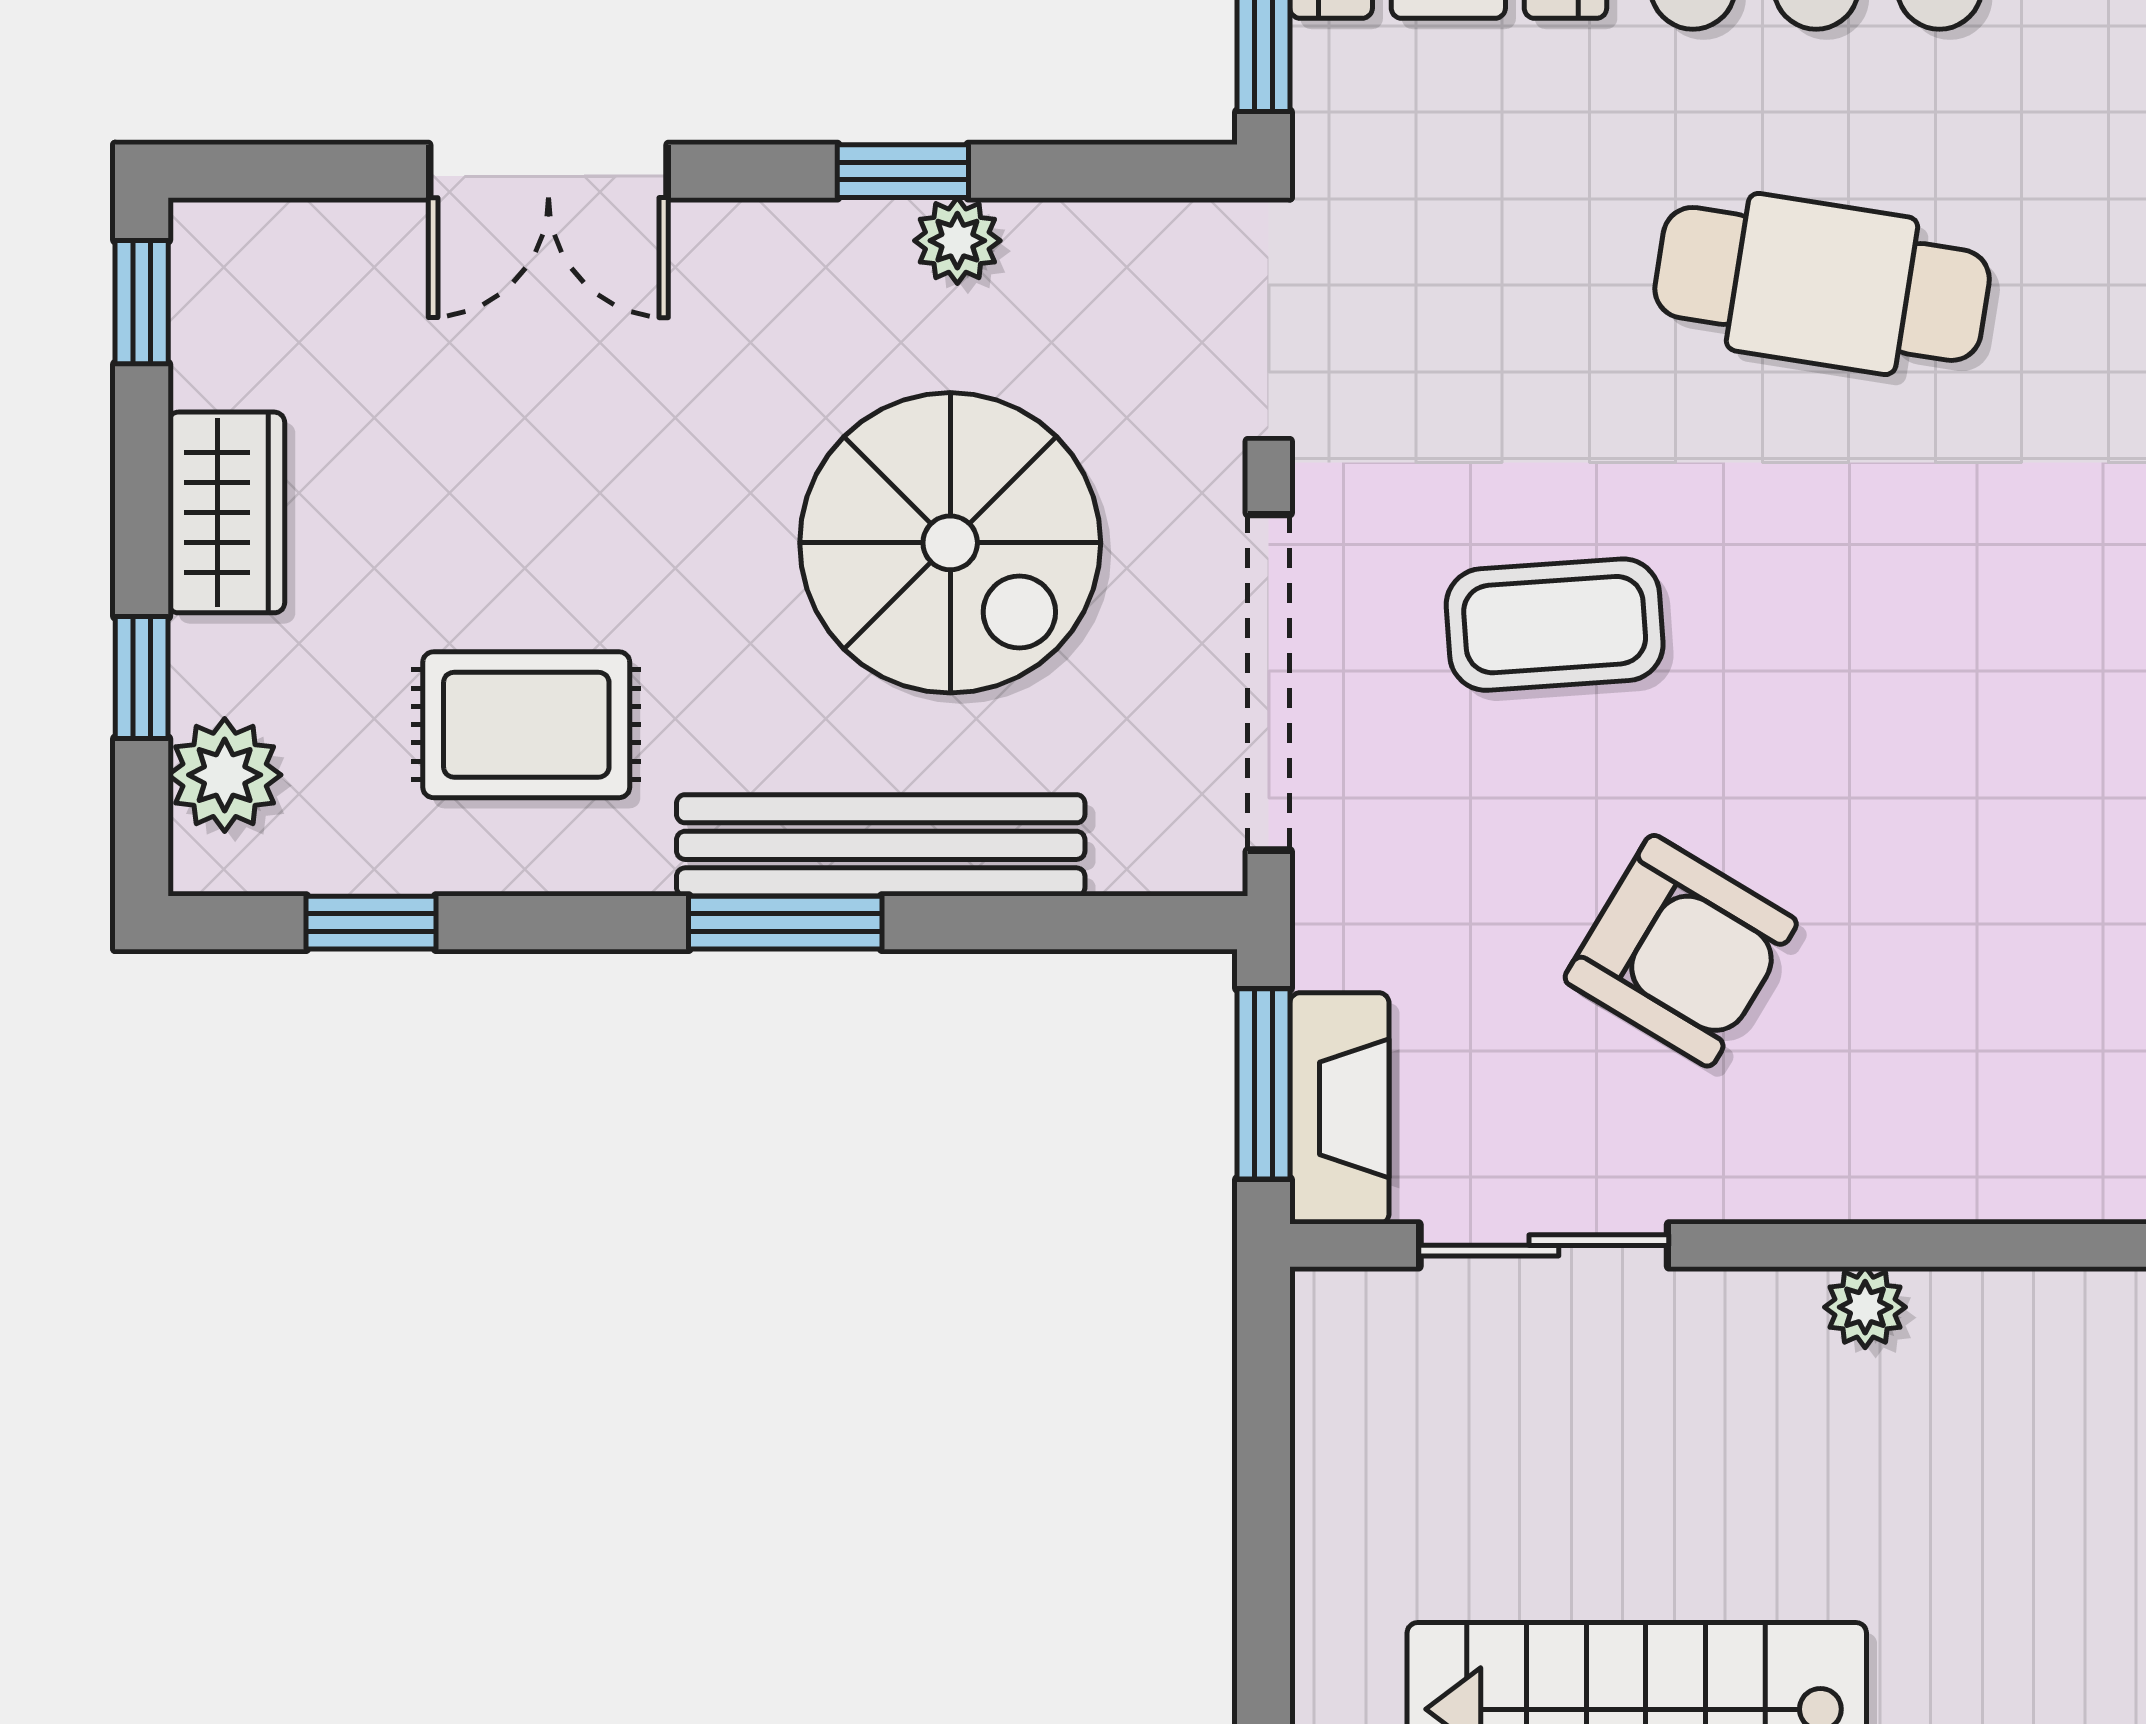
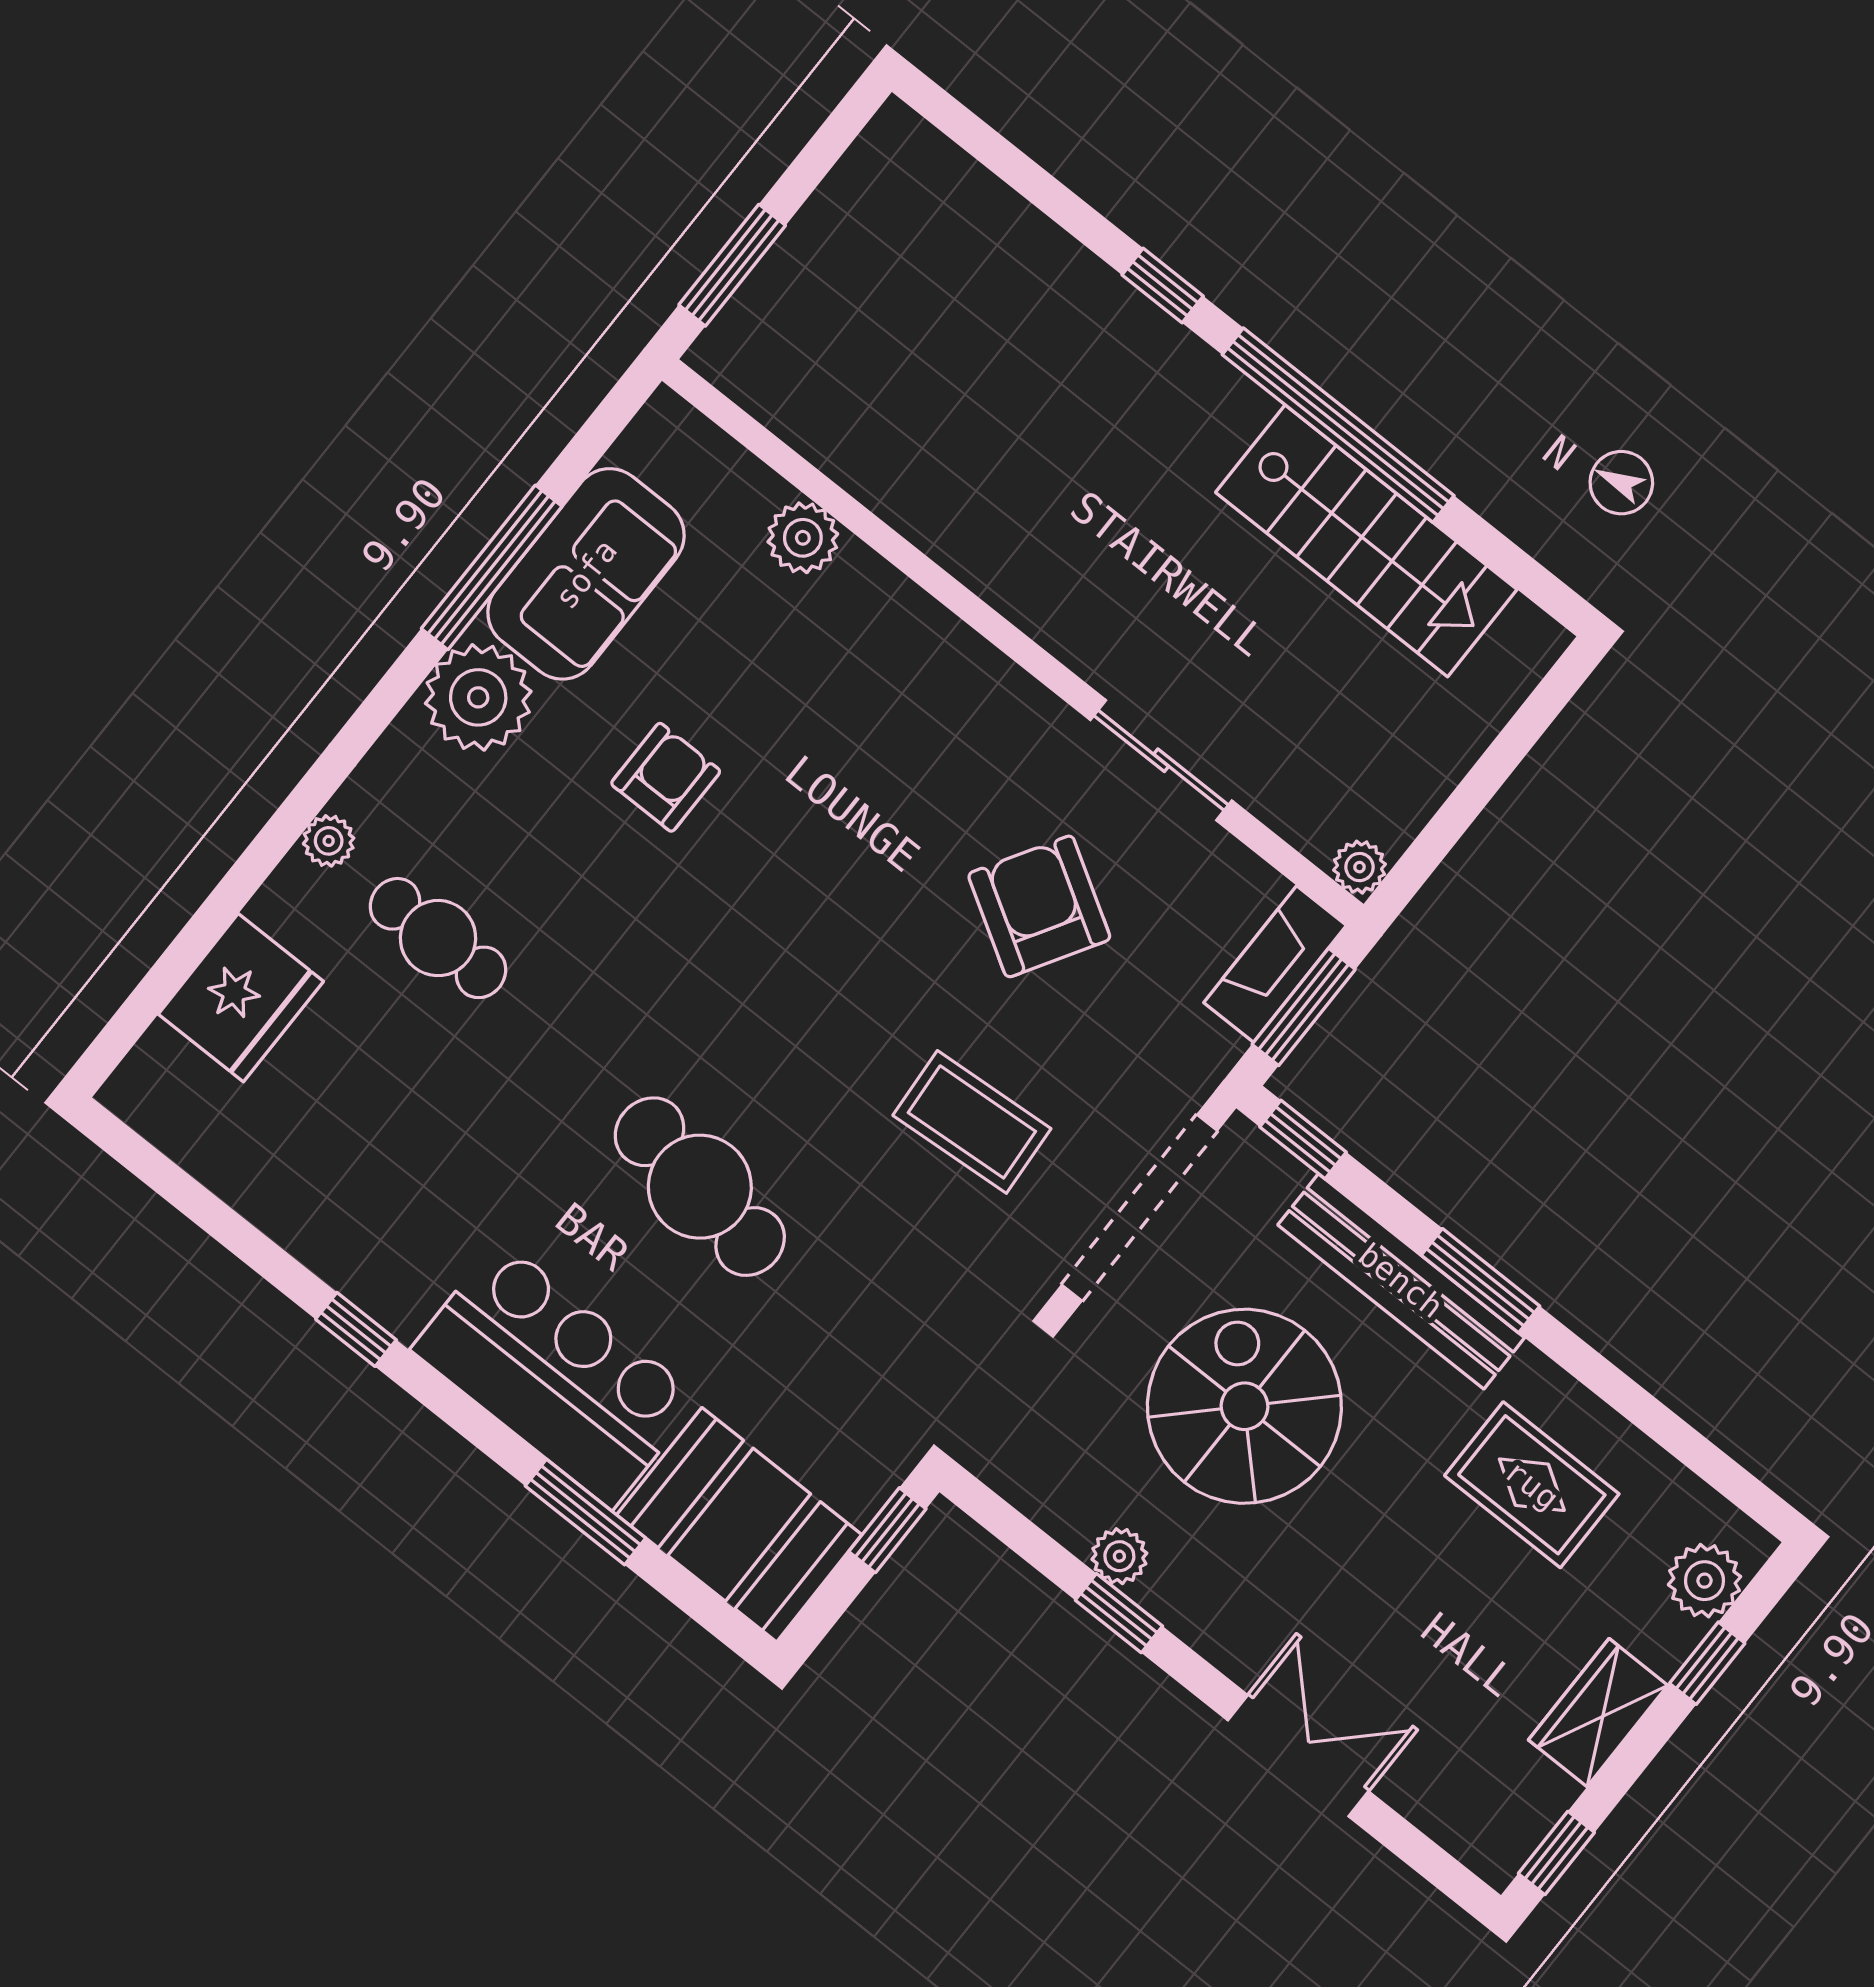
window: (371, 923) -> (1303, 1140), moved
sliding door: (1544, 1245) -> (1161, 760), moved
plant: (1865, 1307) -> (1359, 867), moved

